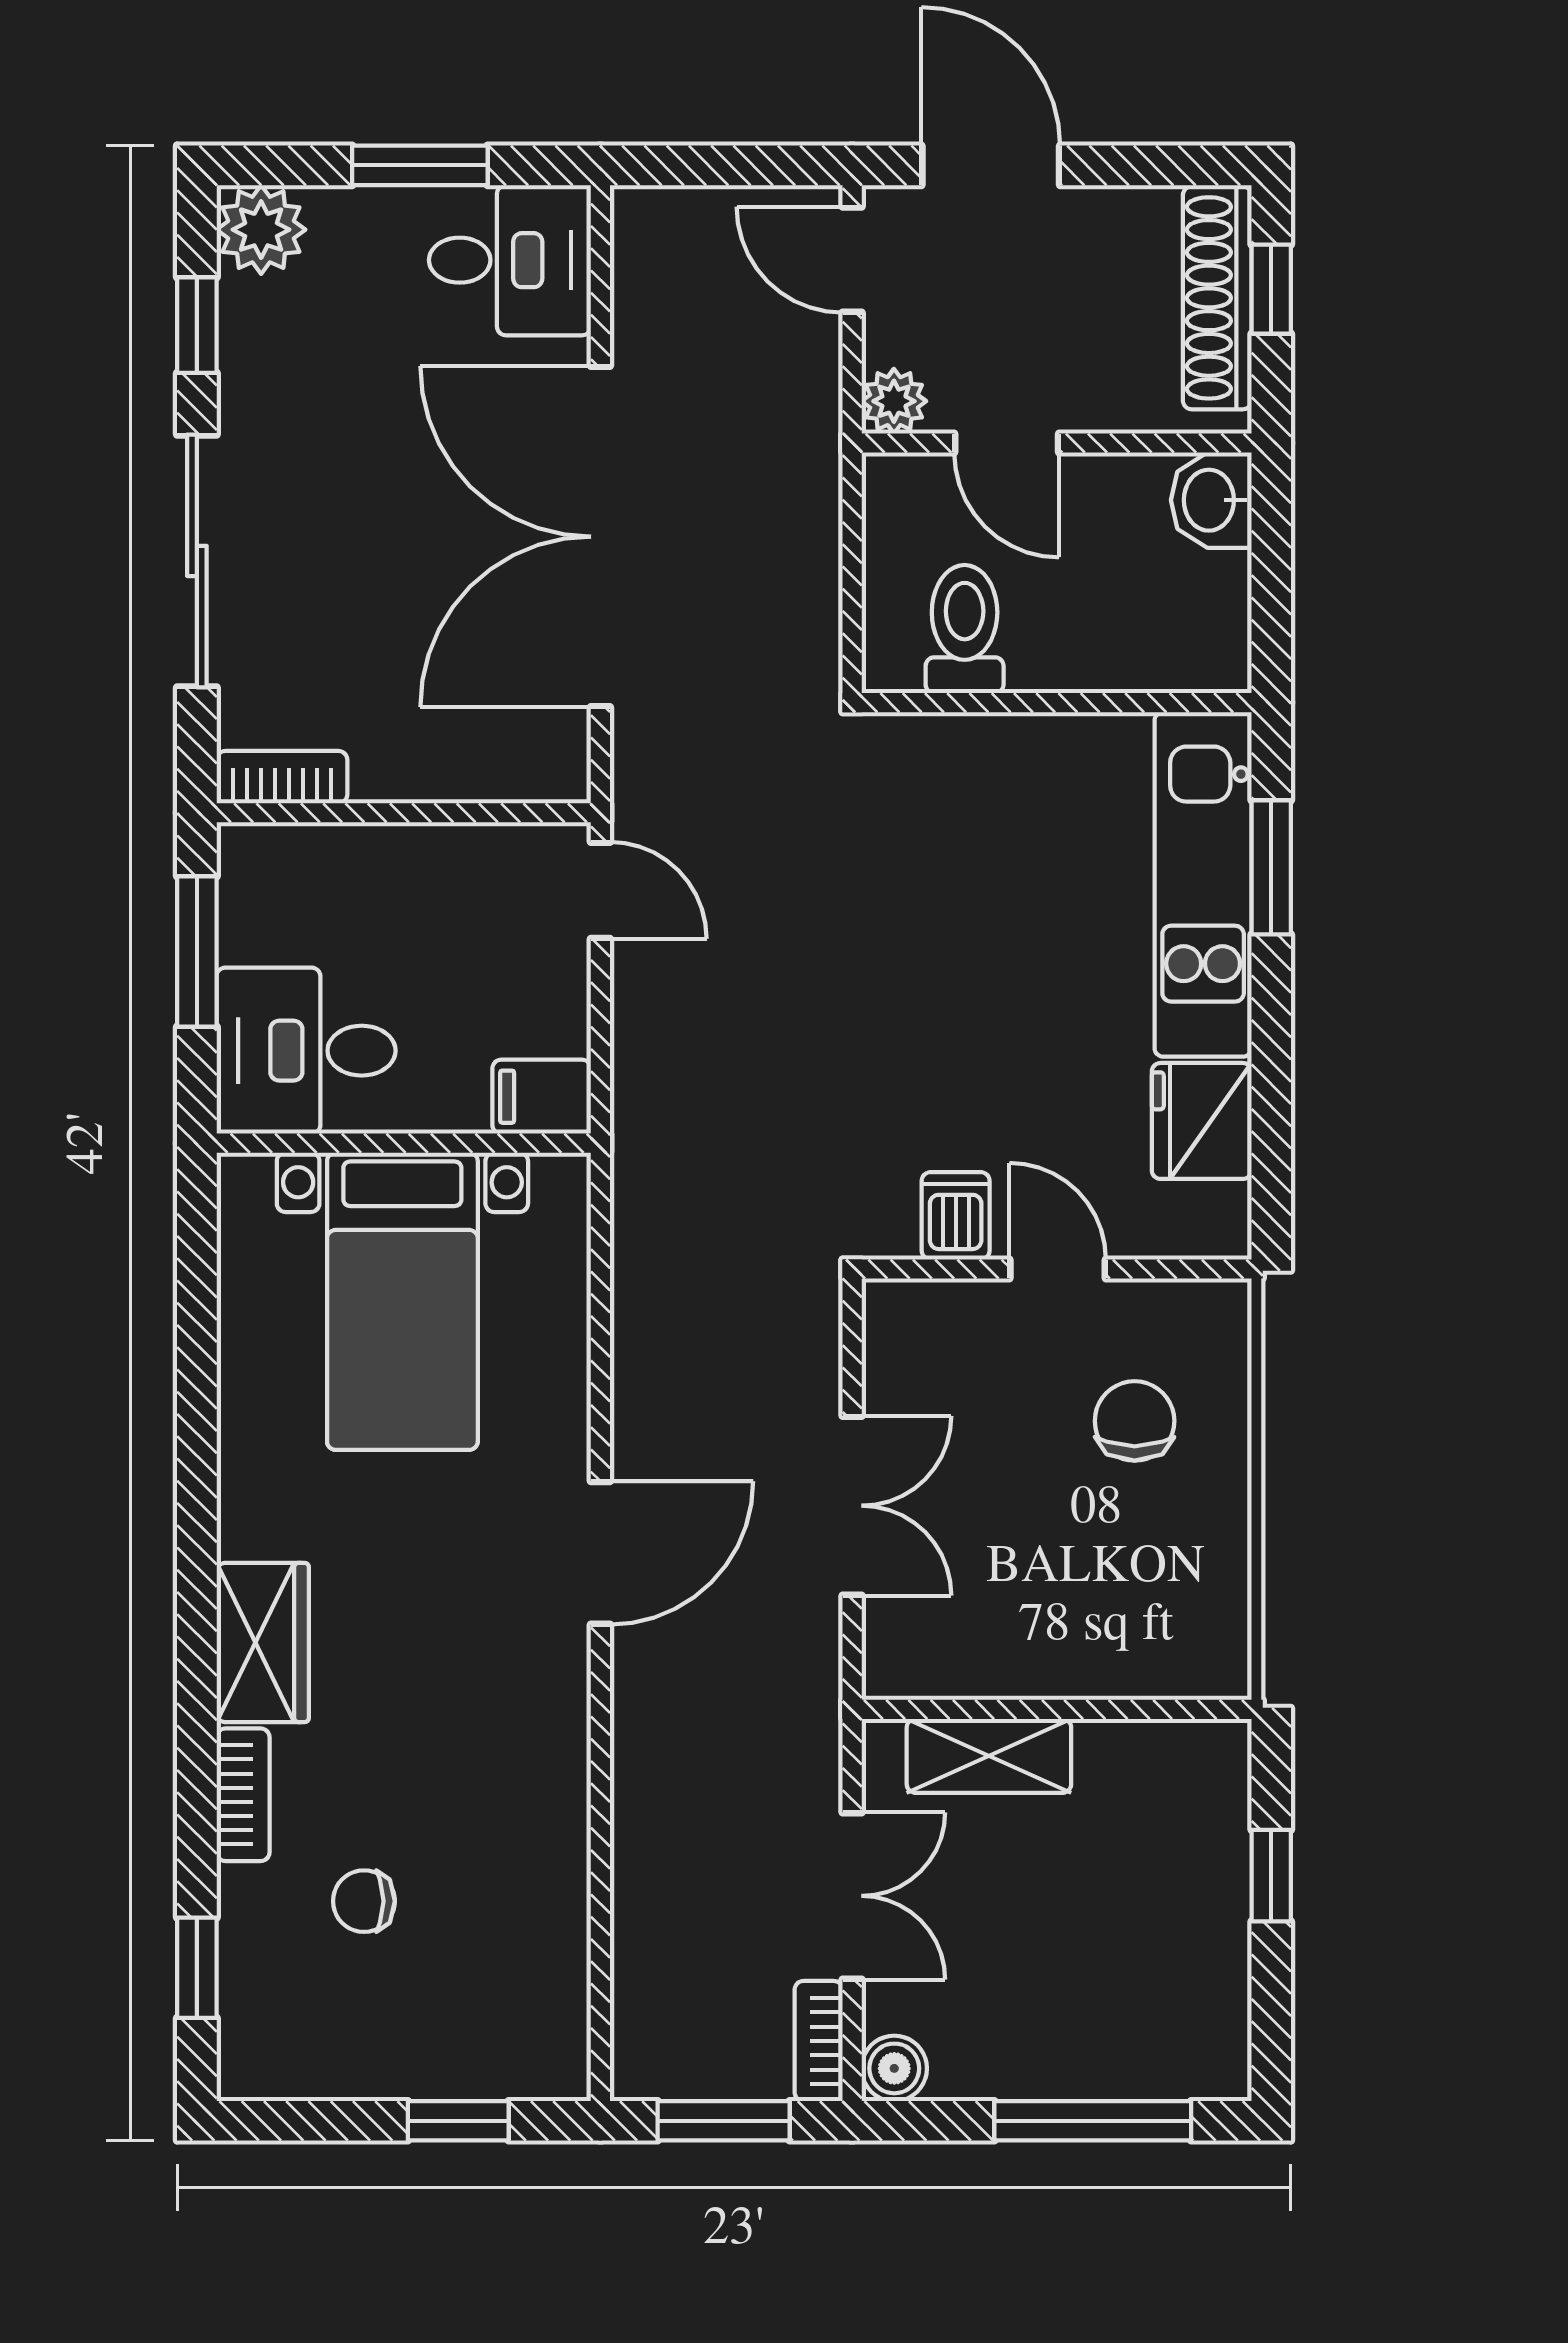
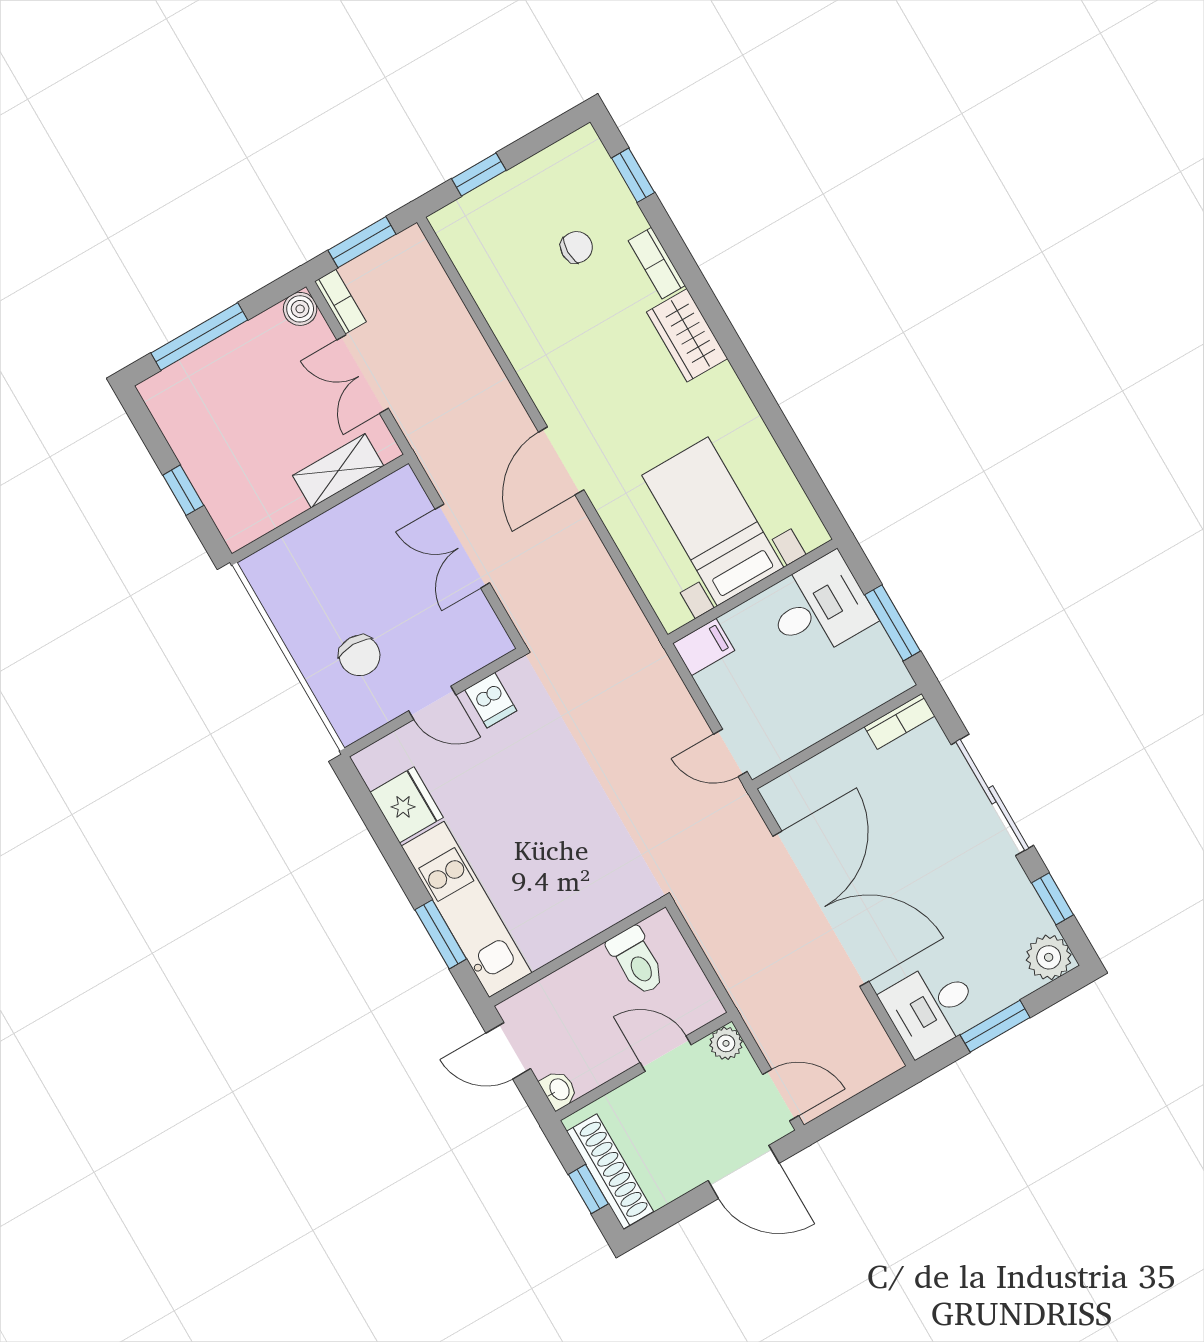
washbasin: (1211, 500) -> (559, 1090), width x0.72, depth x0.69
door: (1271, 603) -> (508, 1051), added

